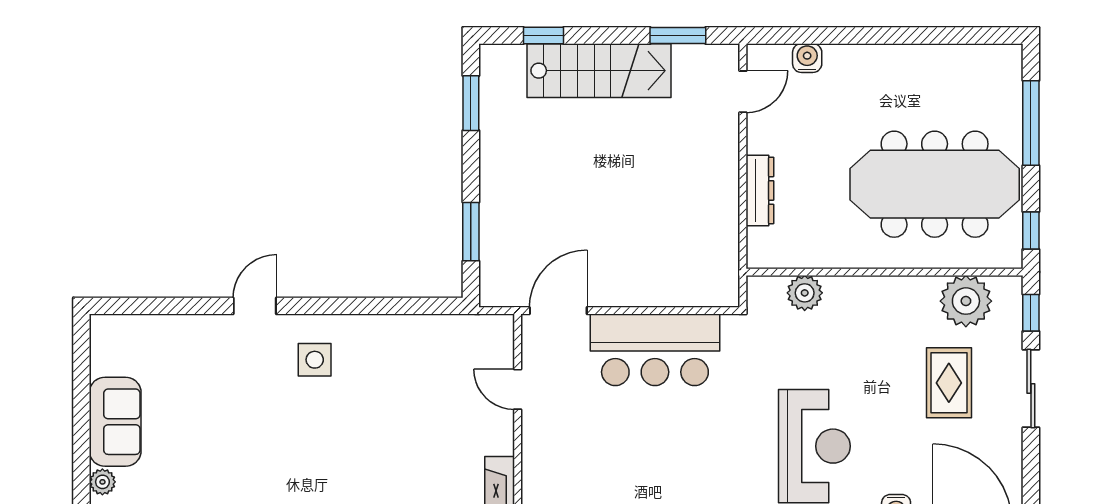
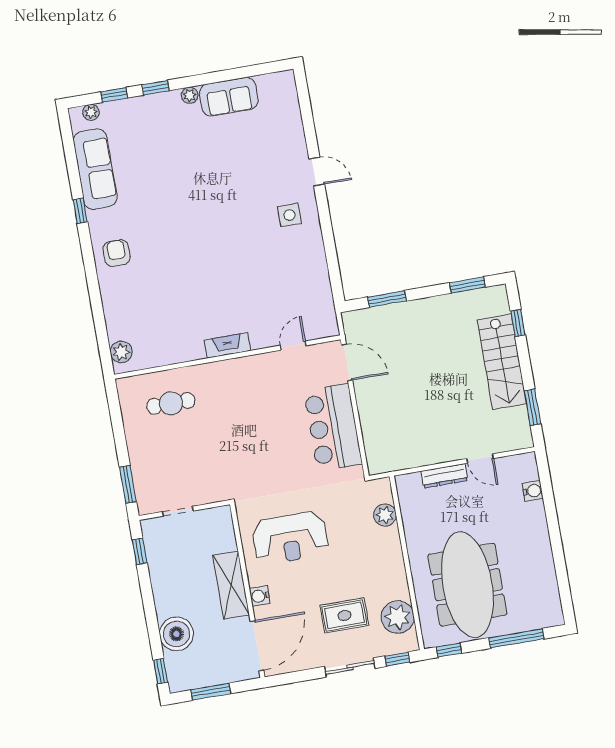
door: (743, 92) -> (480, 459), moved

